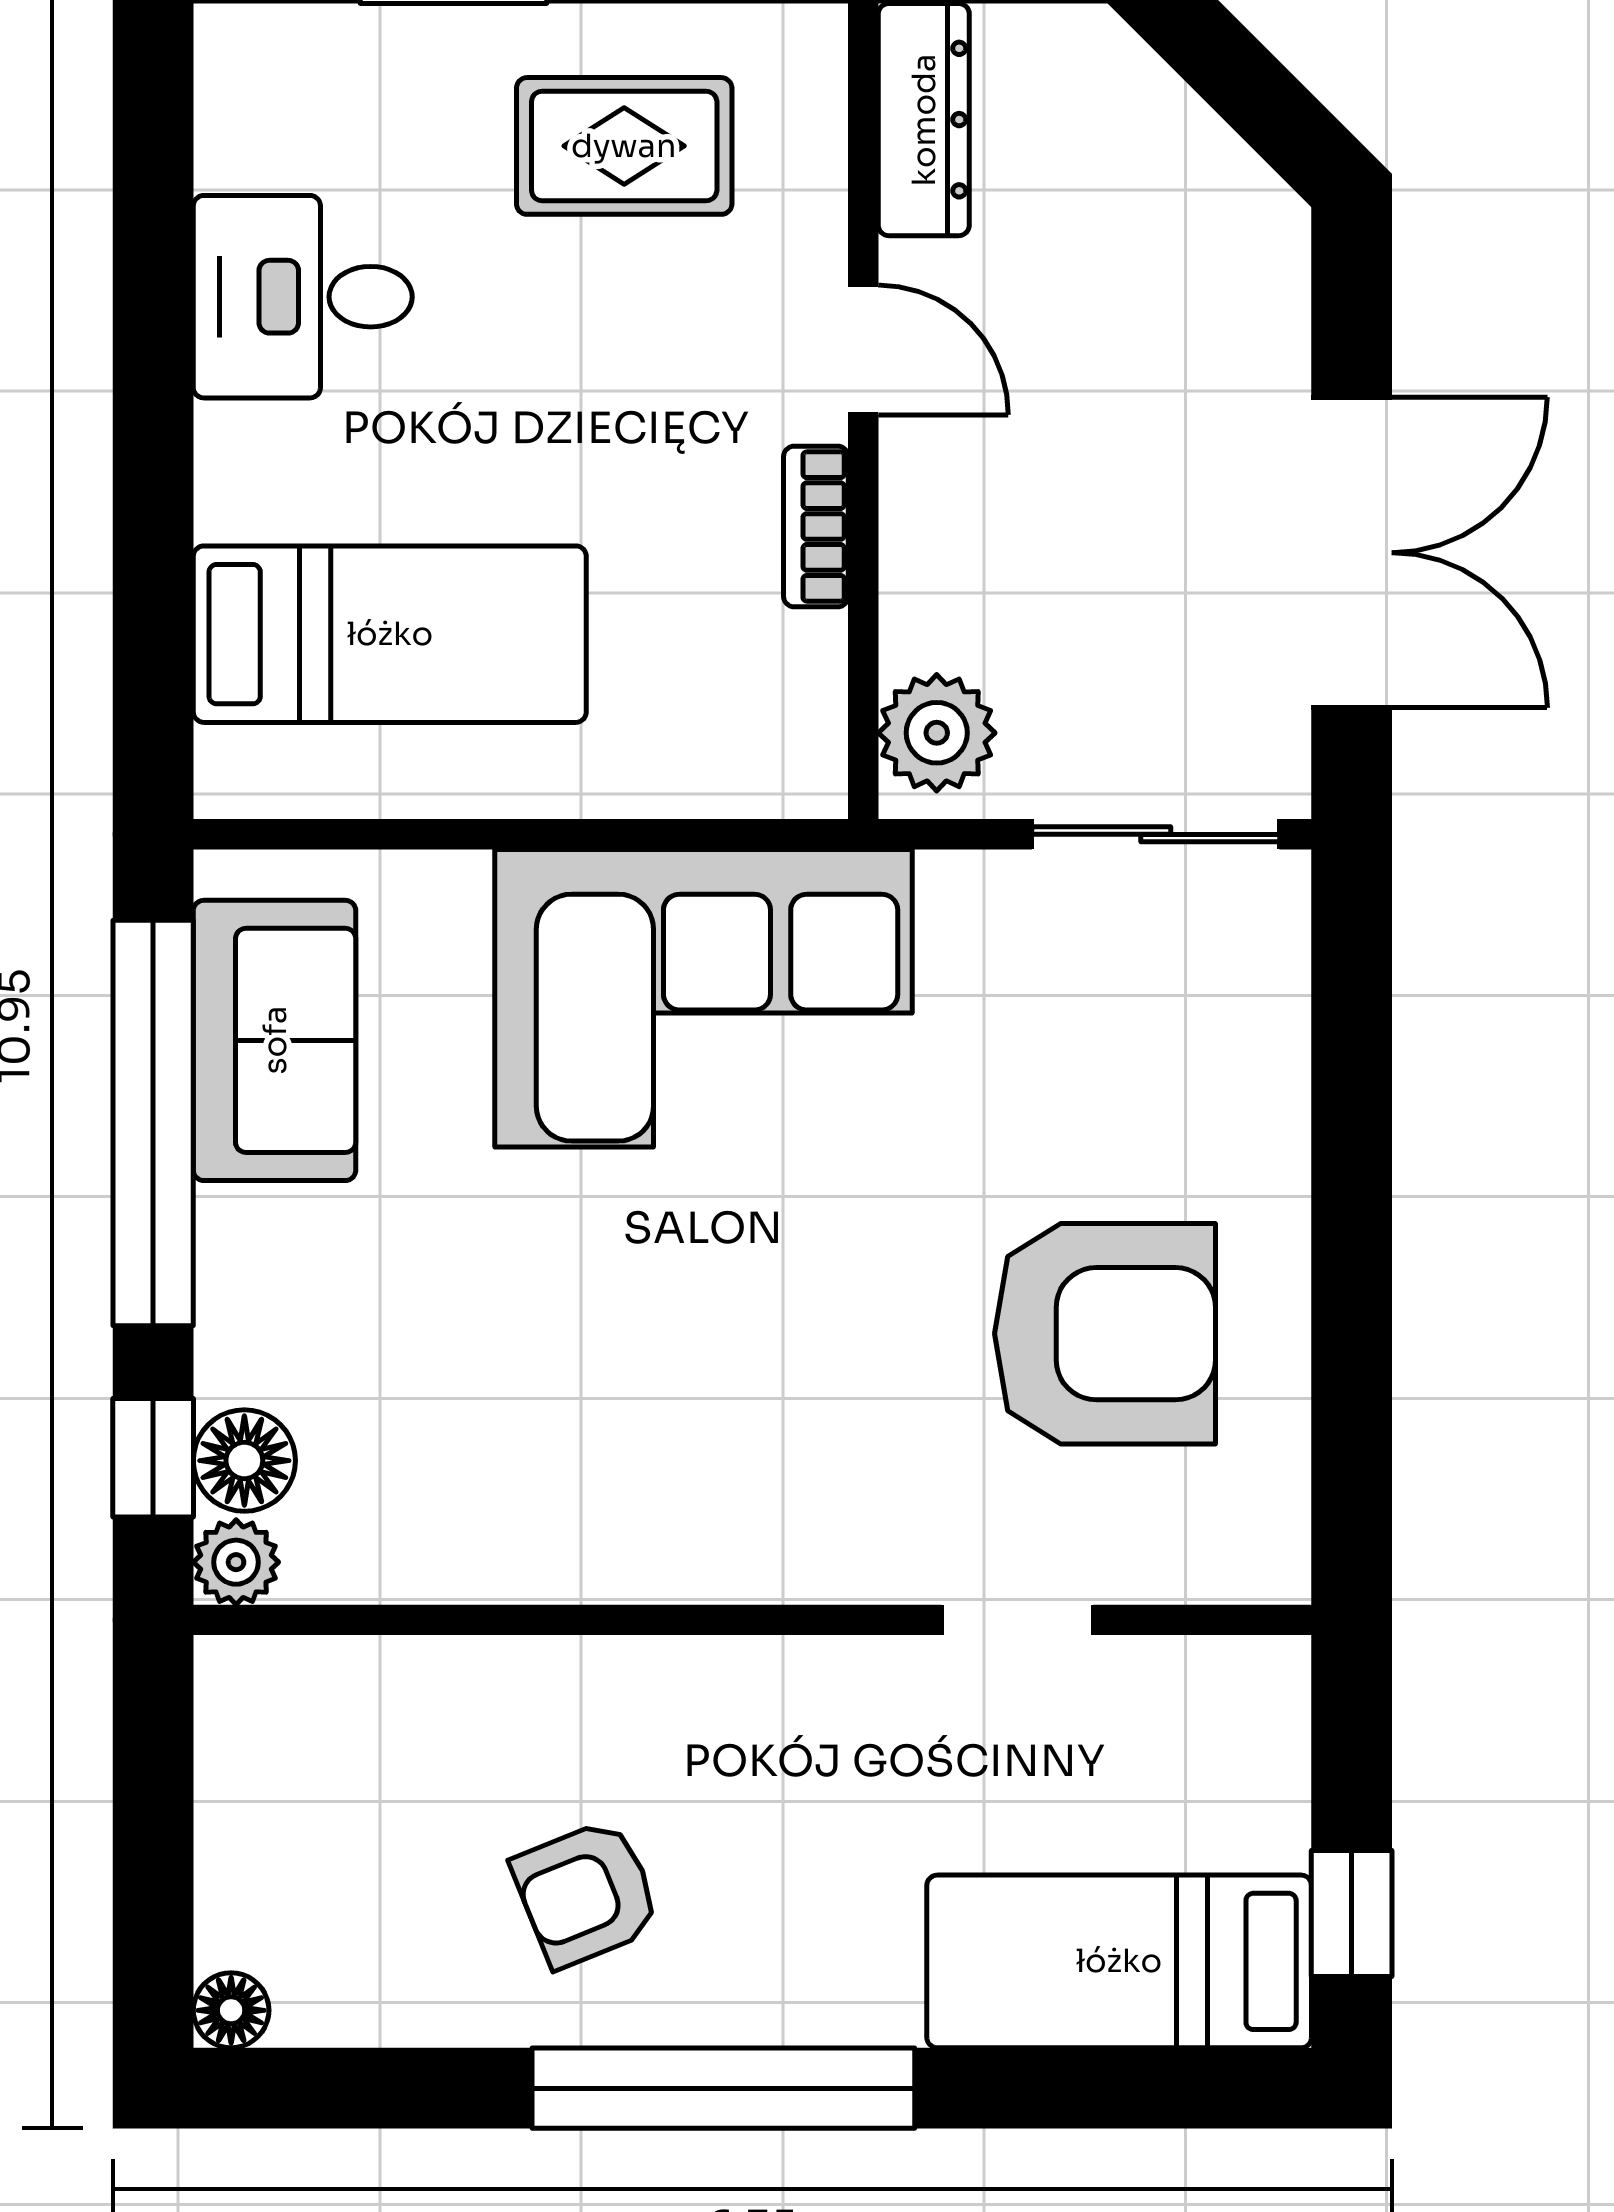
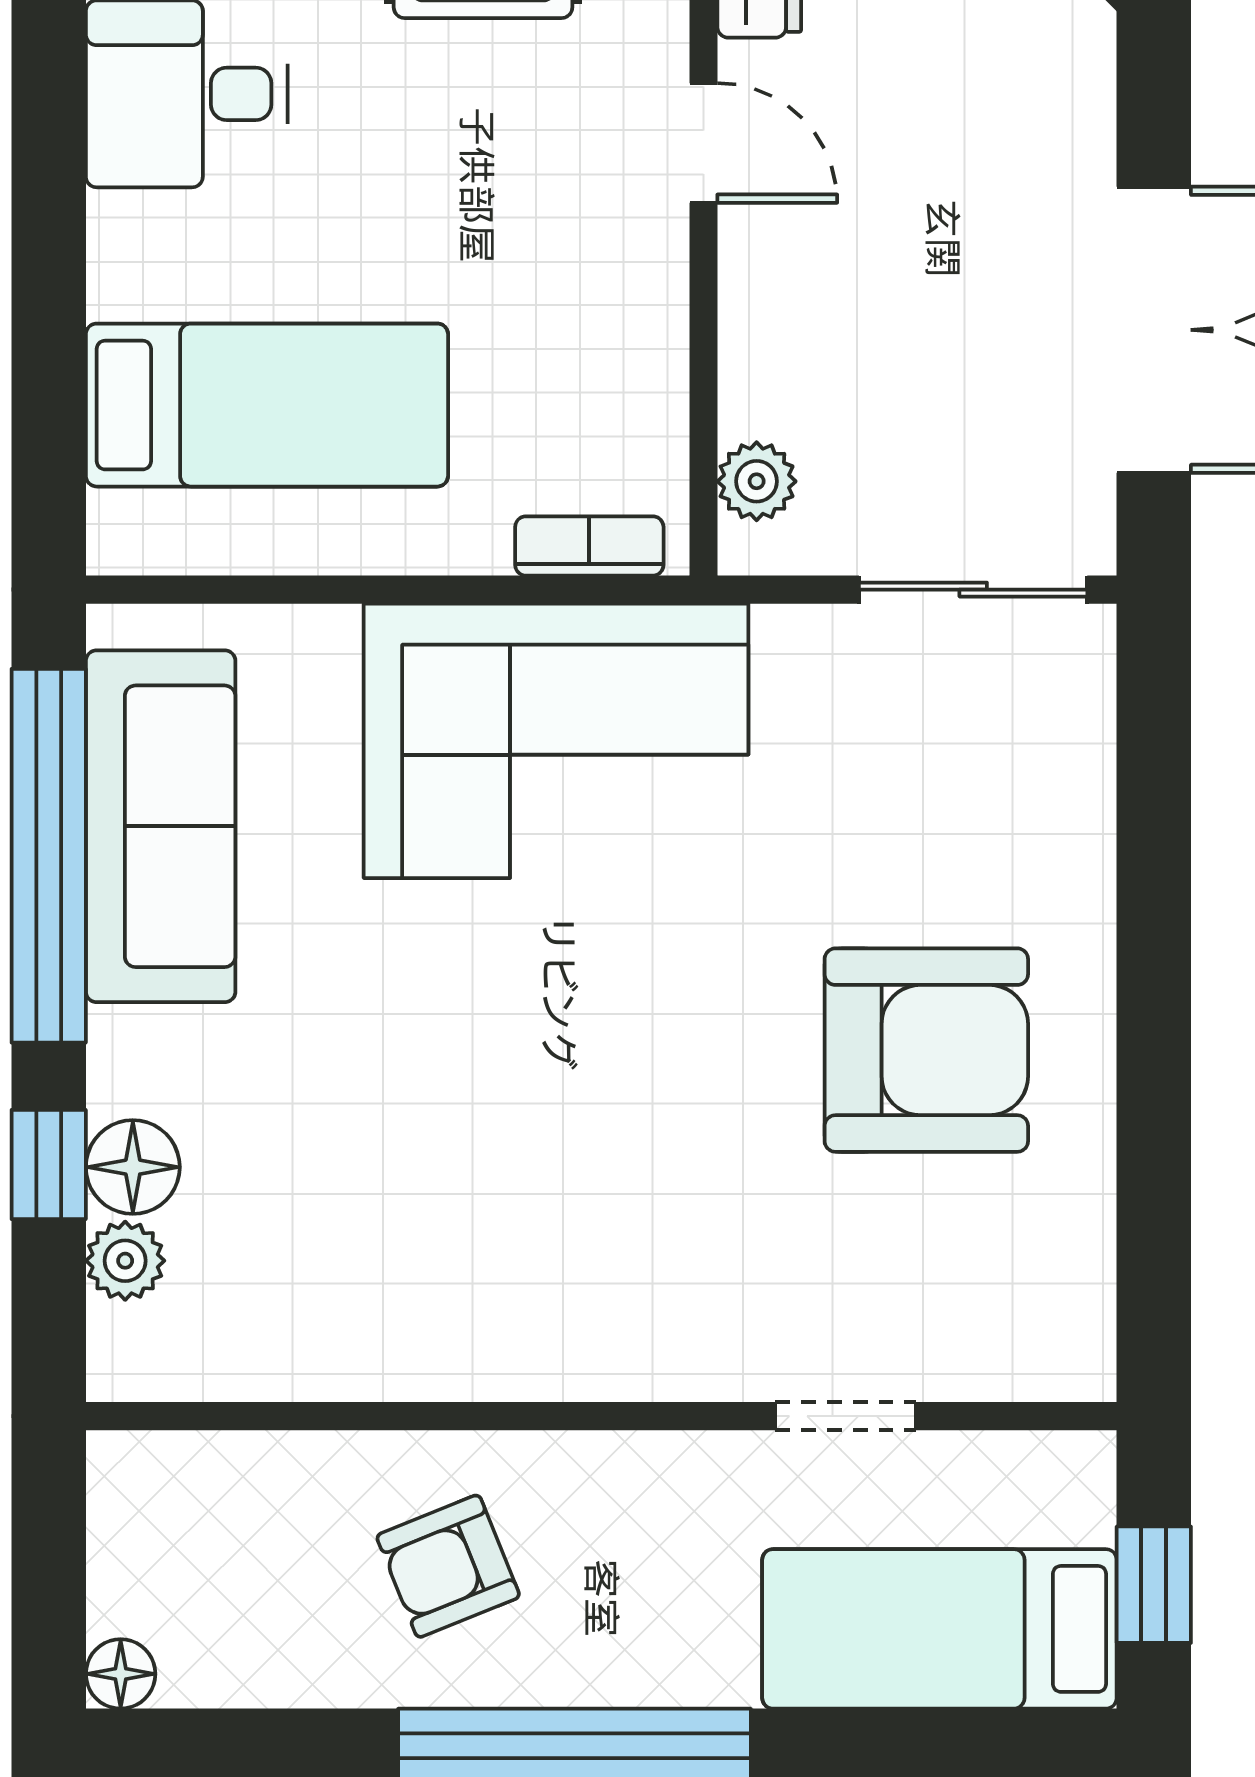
bookcase: (816, 527) -> (589, 546), moved, turned 90
plant: (937, 733) -> (757, 481), width x0.73, depth x0.73
sofa: (275, 1040) -> (161, 826), width x1.36
wall: (752, 1620) -> (601, 1416), moved
doorway: (1017, 1620) -> (846, 1416), moved

